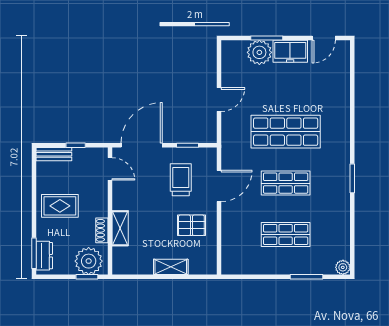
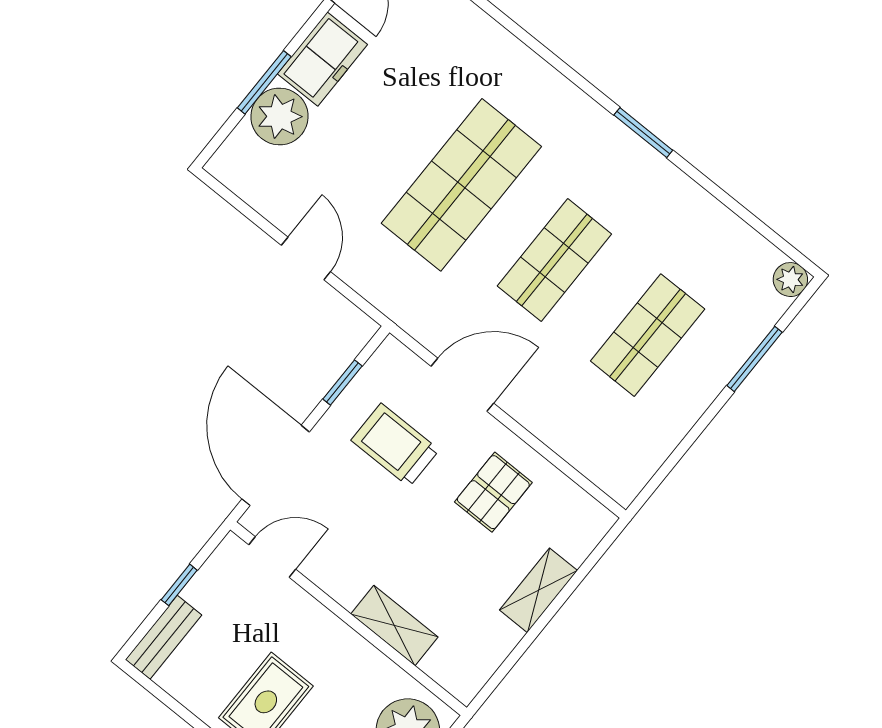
door: (219, 186) -> (462, 385), hinge flipped
shoe rack: (102, 230) -> (372, 662), removed

